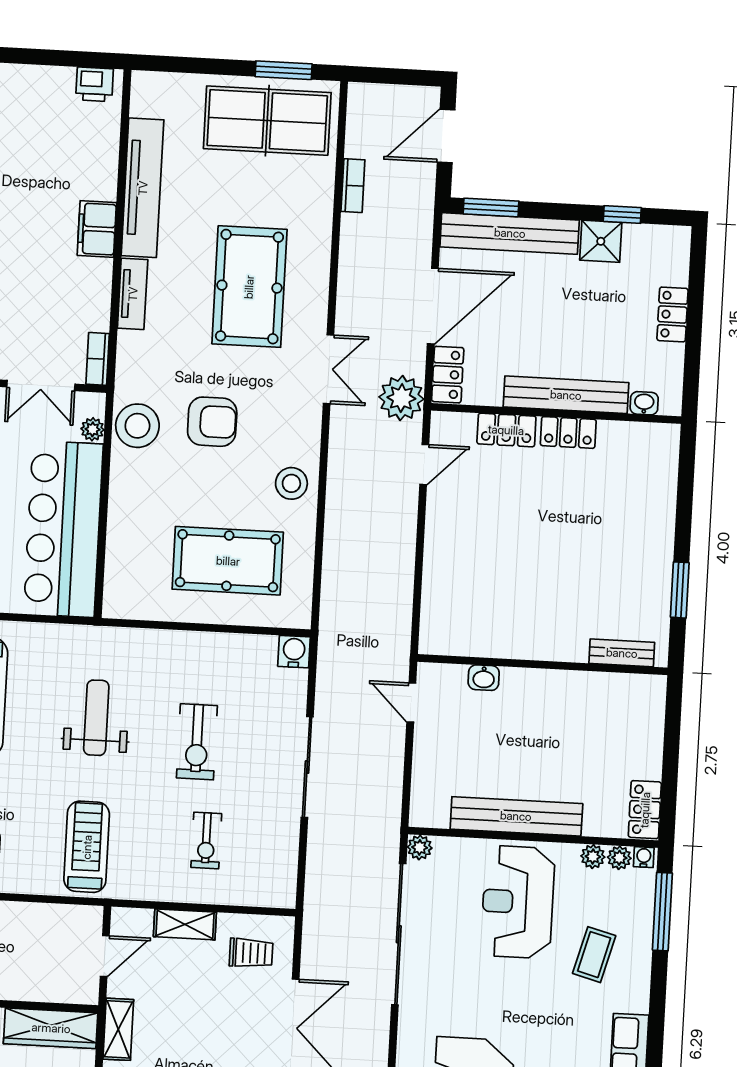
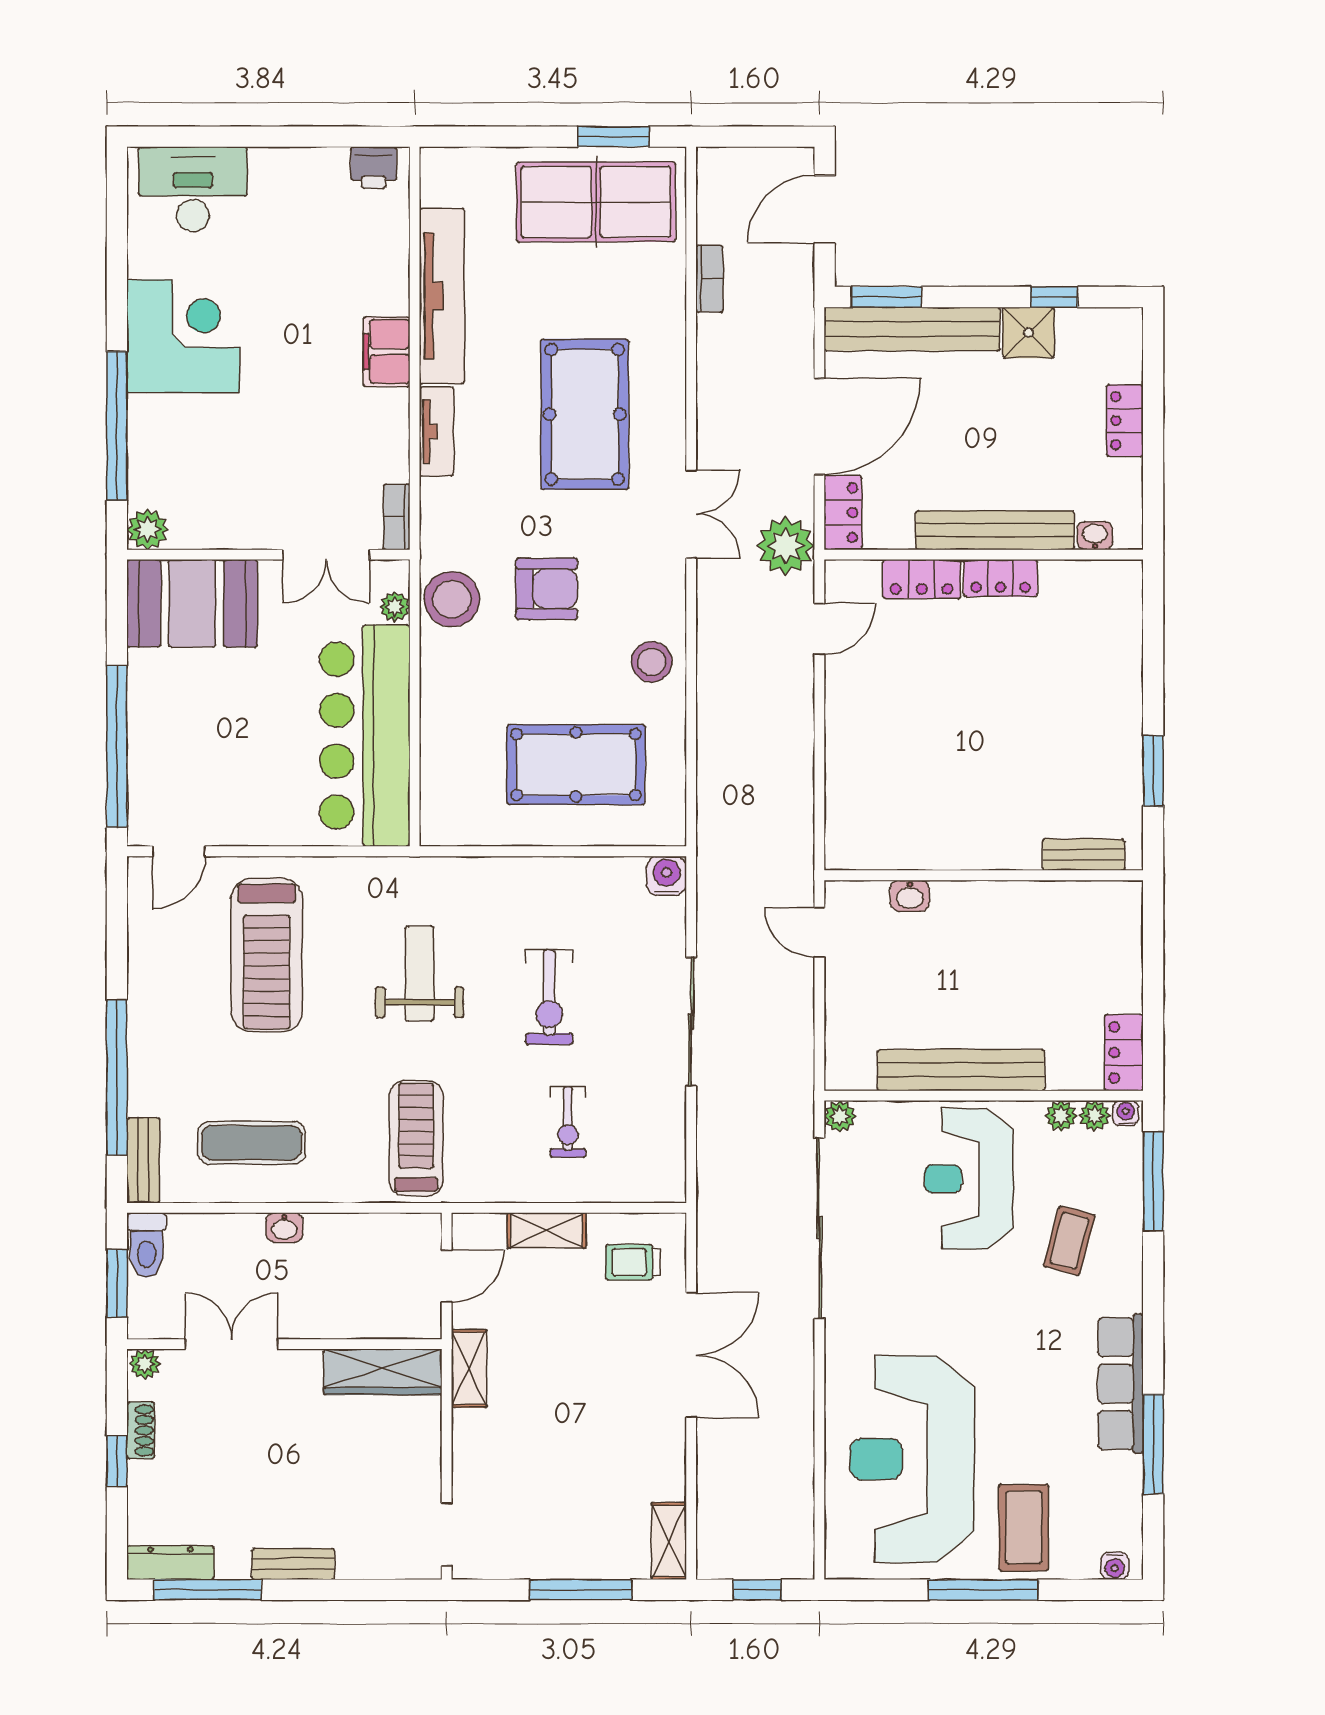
trolley: (251, 953) -> (633, 1262), turned 180

